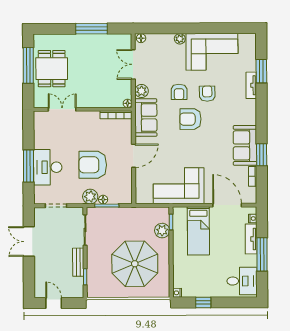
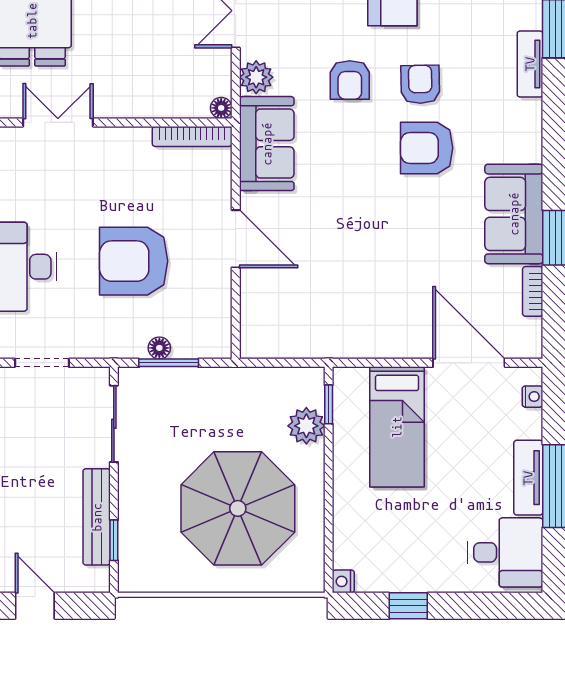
armchair: (190, 119) -> (427, 148), moved
door: (134, 156) -> (236, 239), hinge flipped
corner sofa: (179, 186) -> (348, 314), removed
plant: (90, 197) -> (127, 340), removed
tv unit: (251, 239) -> (528, 478), moved
bench: (78, 262) -> (97, 517), width x1.36

